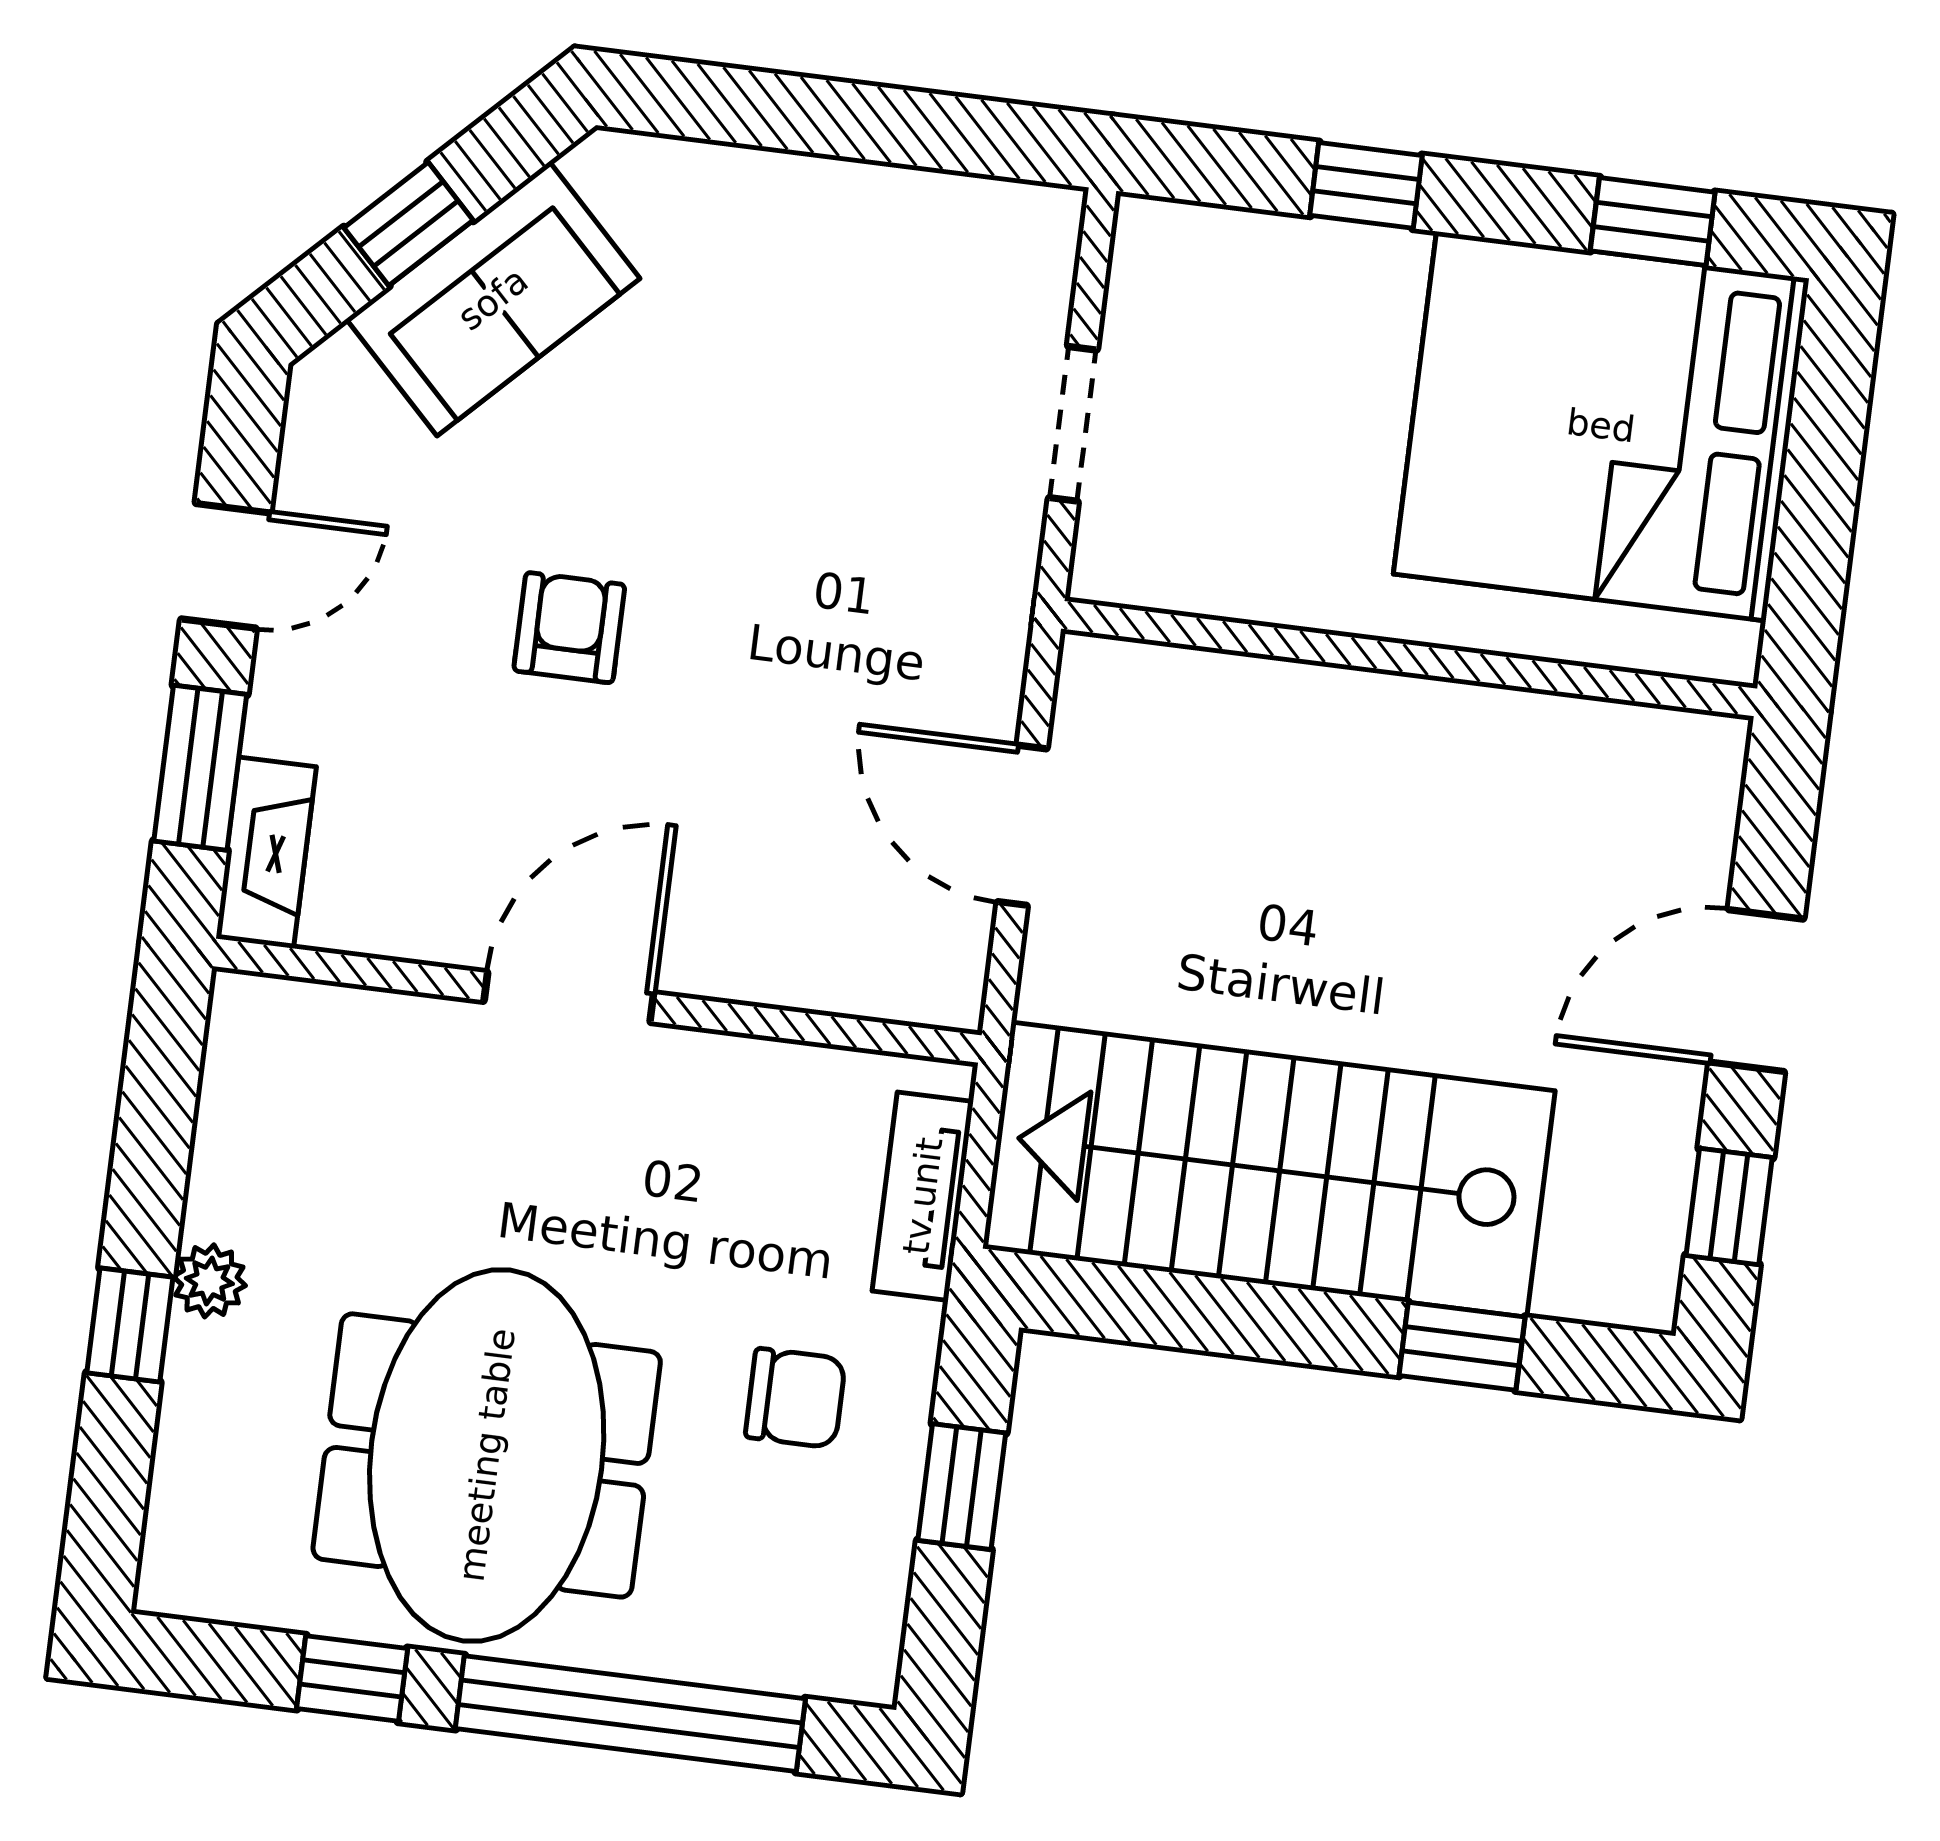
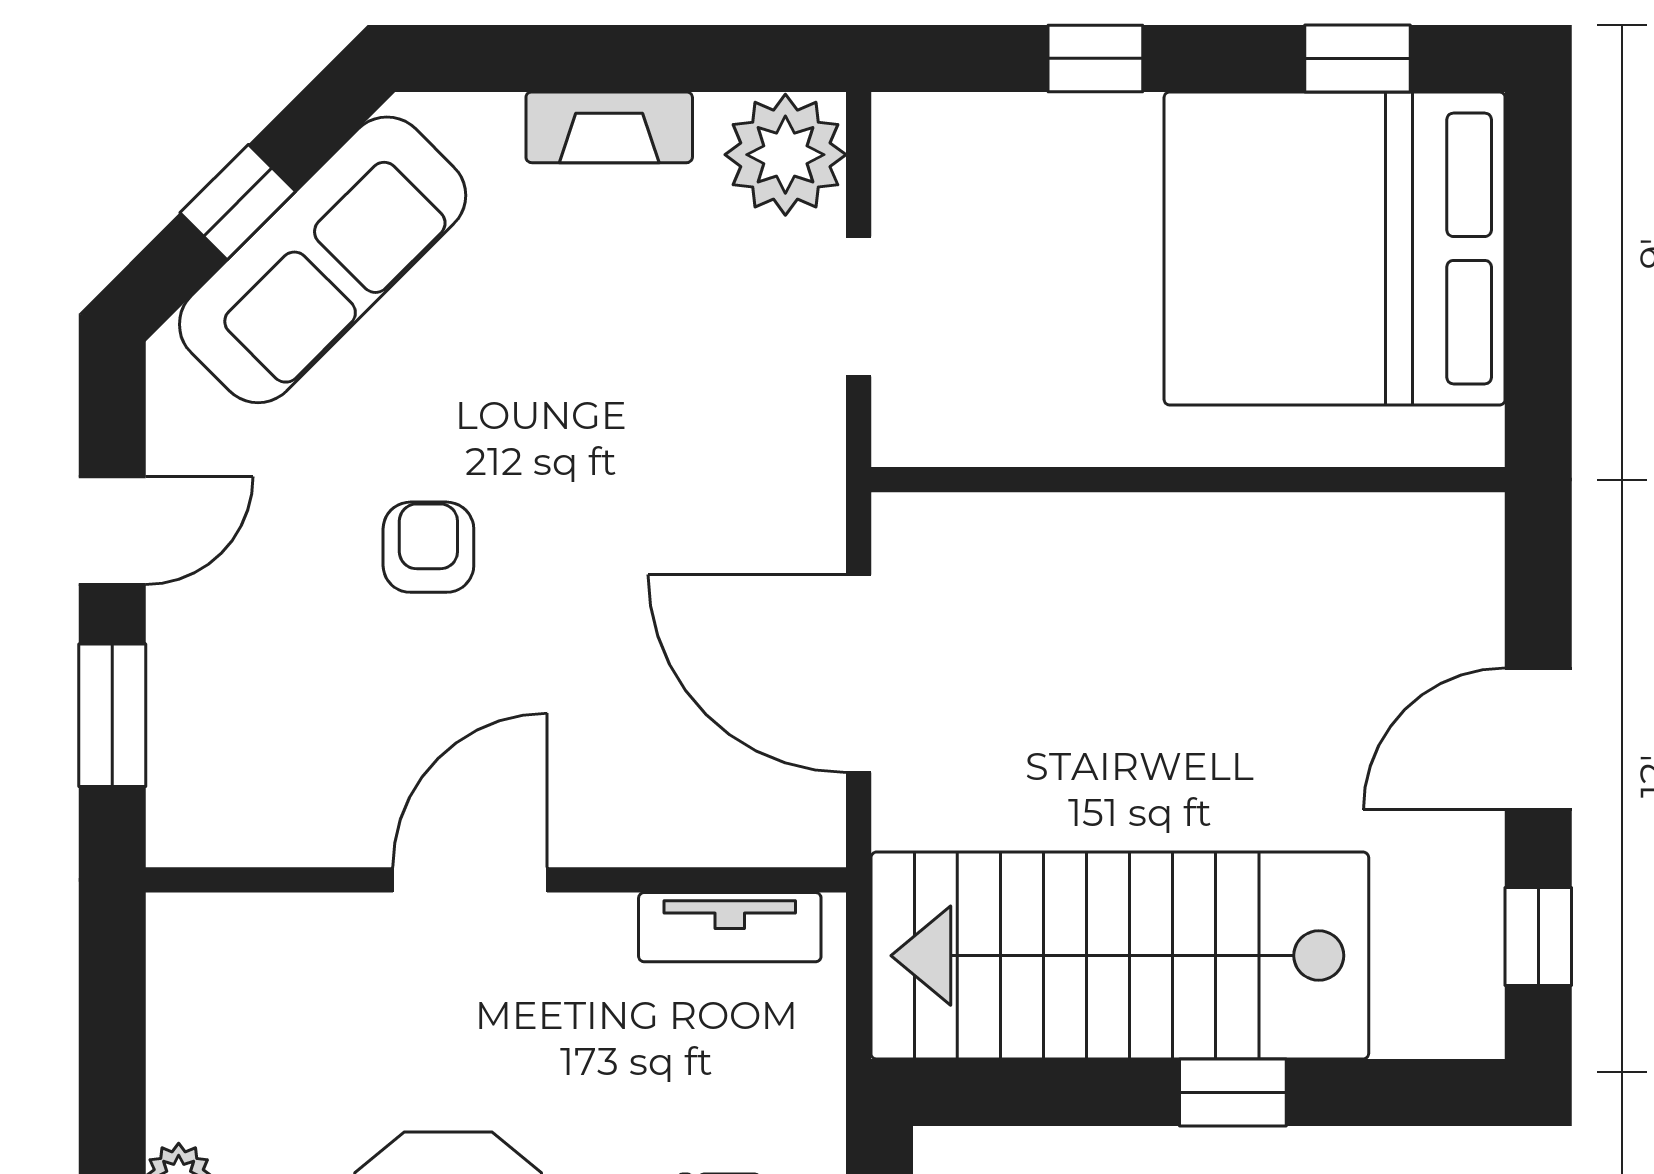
plant: (1014, 248) -> (785, 155), added
sofa: (493, 299) -> (323, 260), width x1.36
door: (1022, 825) -> (859, 674), width x1.36
fireplace: (266, 853) -> (609, 127), moved, turned 90
tv unit: (923, 1196) -> (730, 927), moved, turned -90
window: (1462, 1346) -> (1233, 1093), moved

